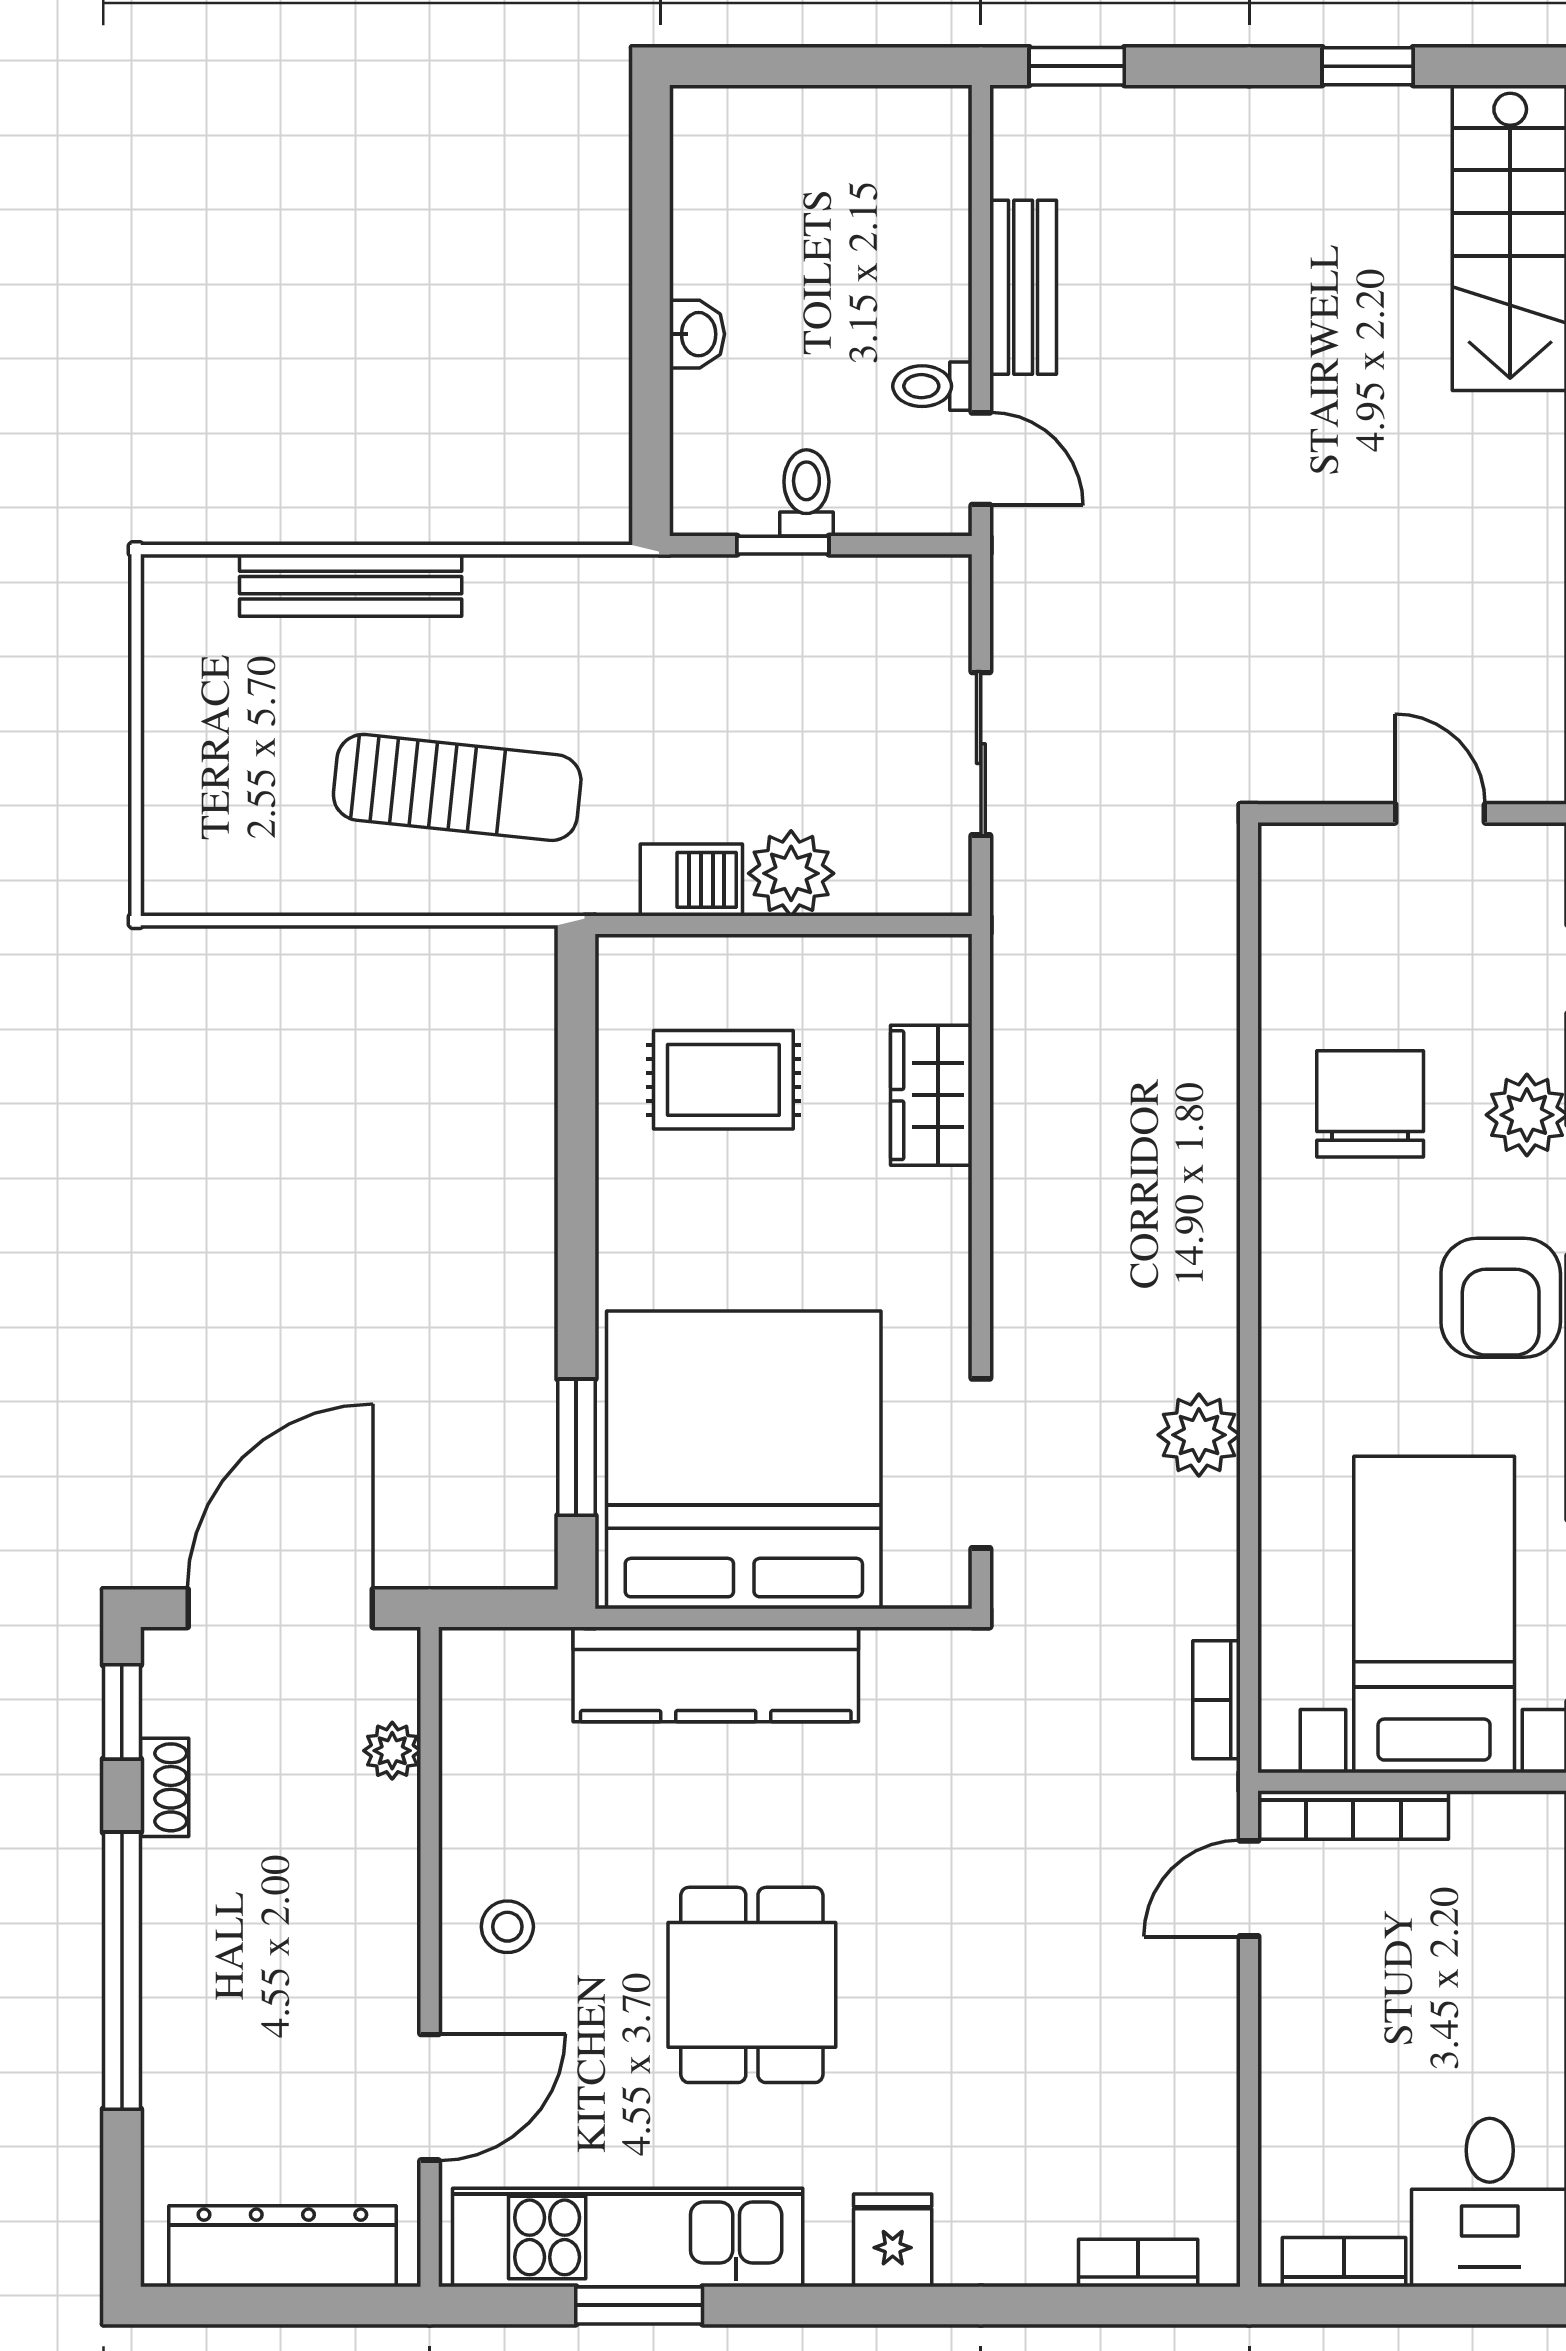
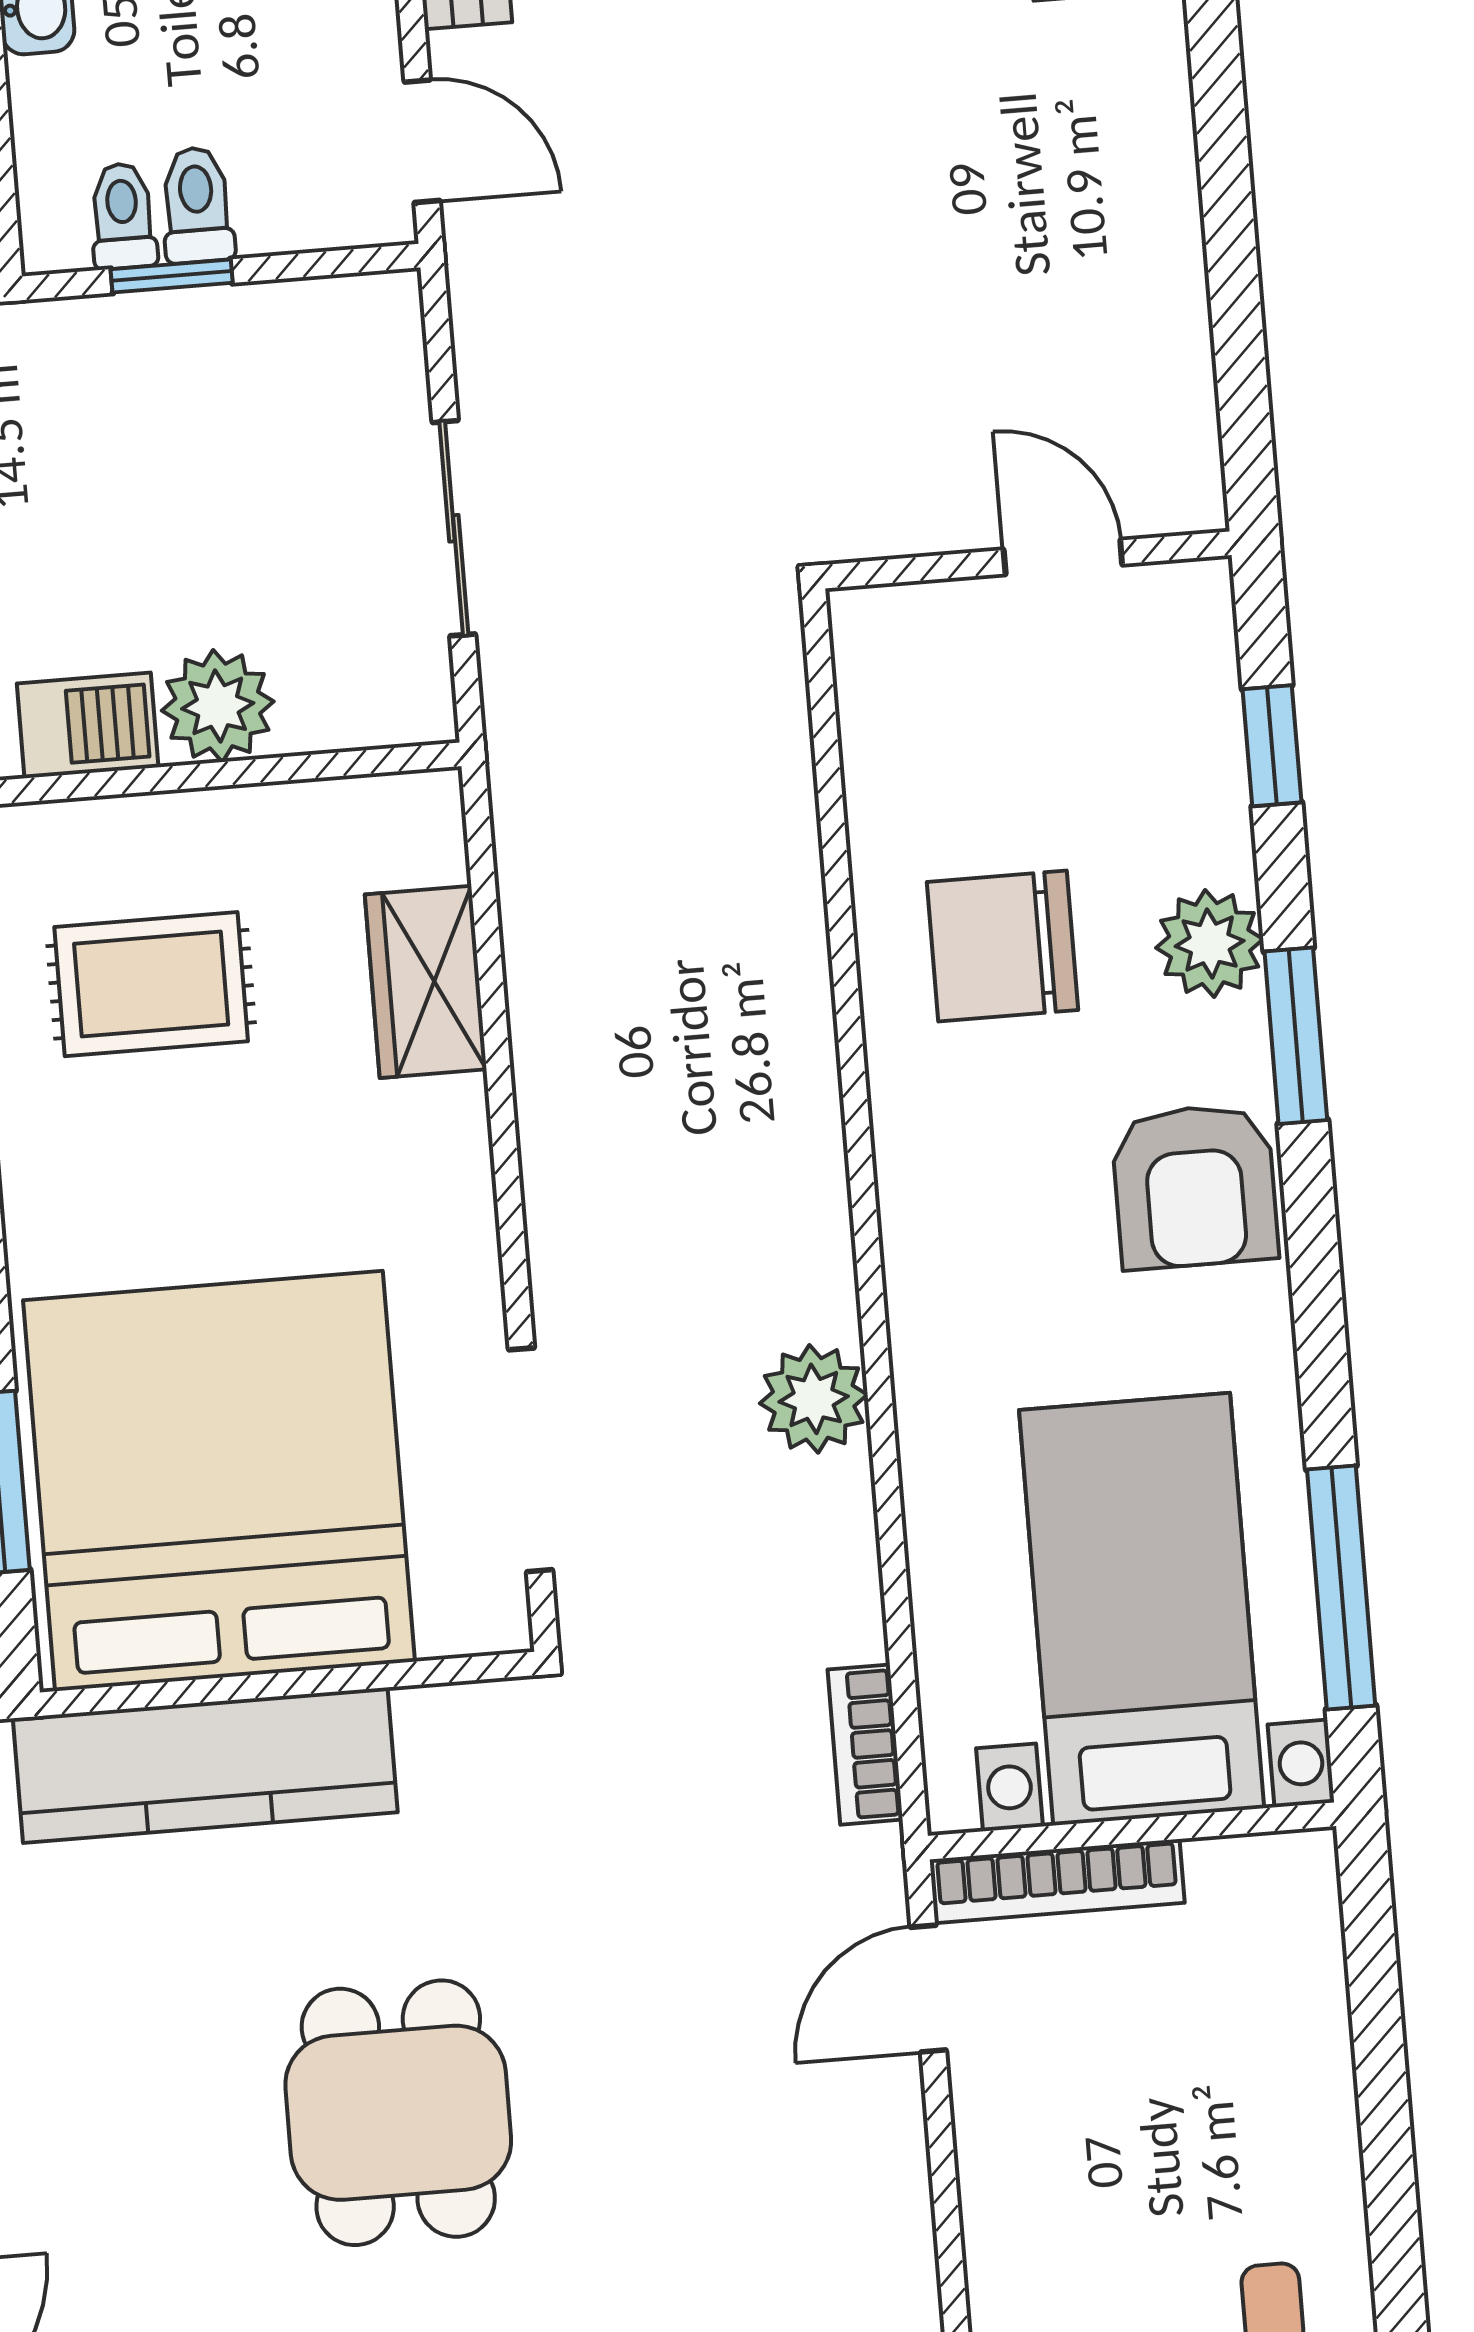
toilet: (932, 386) -> (123, 216), moved, turned 90
chair: (1370, 1104) -> (1003, 946), turned -90
dining table: (752, 1985) -> (398, 2113), moved

